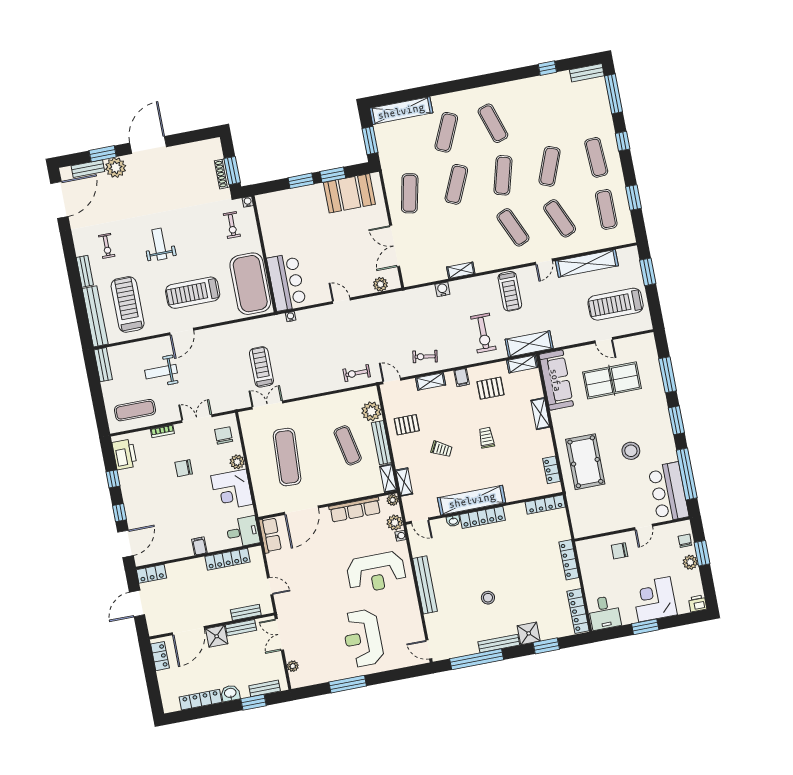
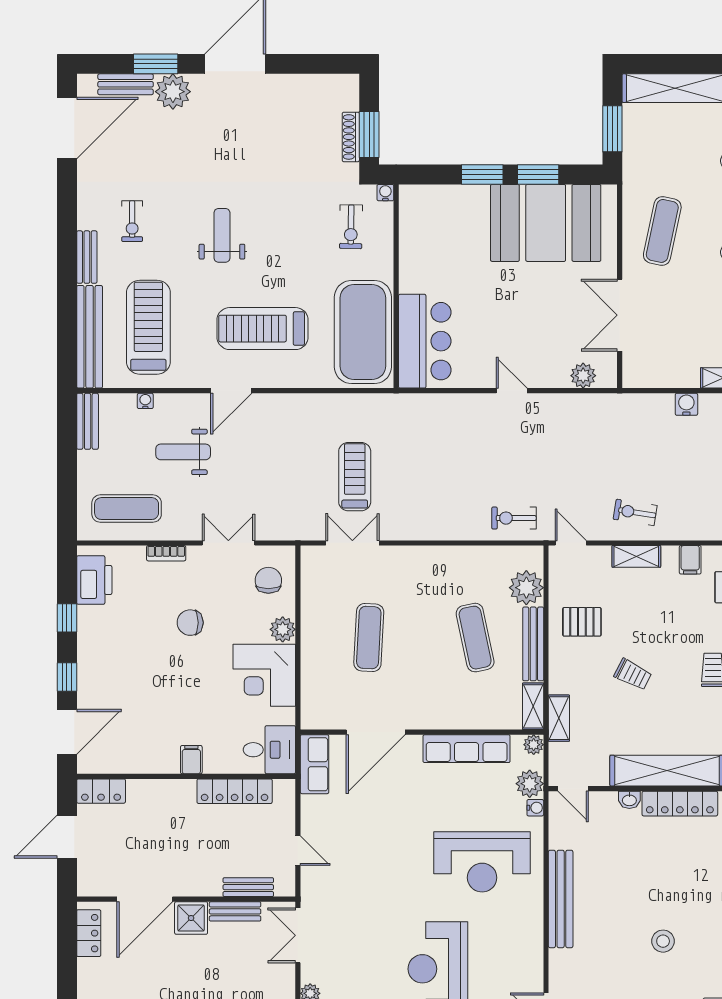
booth: (349, 193) -> (546, 223), width x1.36, depth x1.42
water cooler: (291, 317) -> (145, 401), moved
exercise mat: (287, 457) -> (369, 638), width x0.73, depth x0.69

